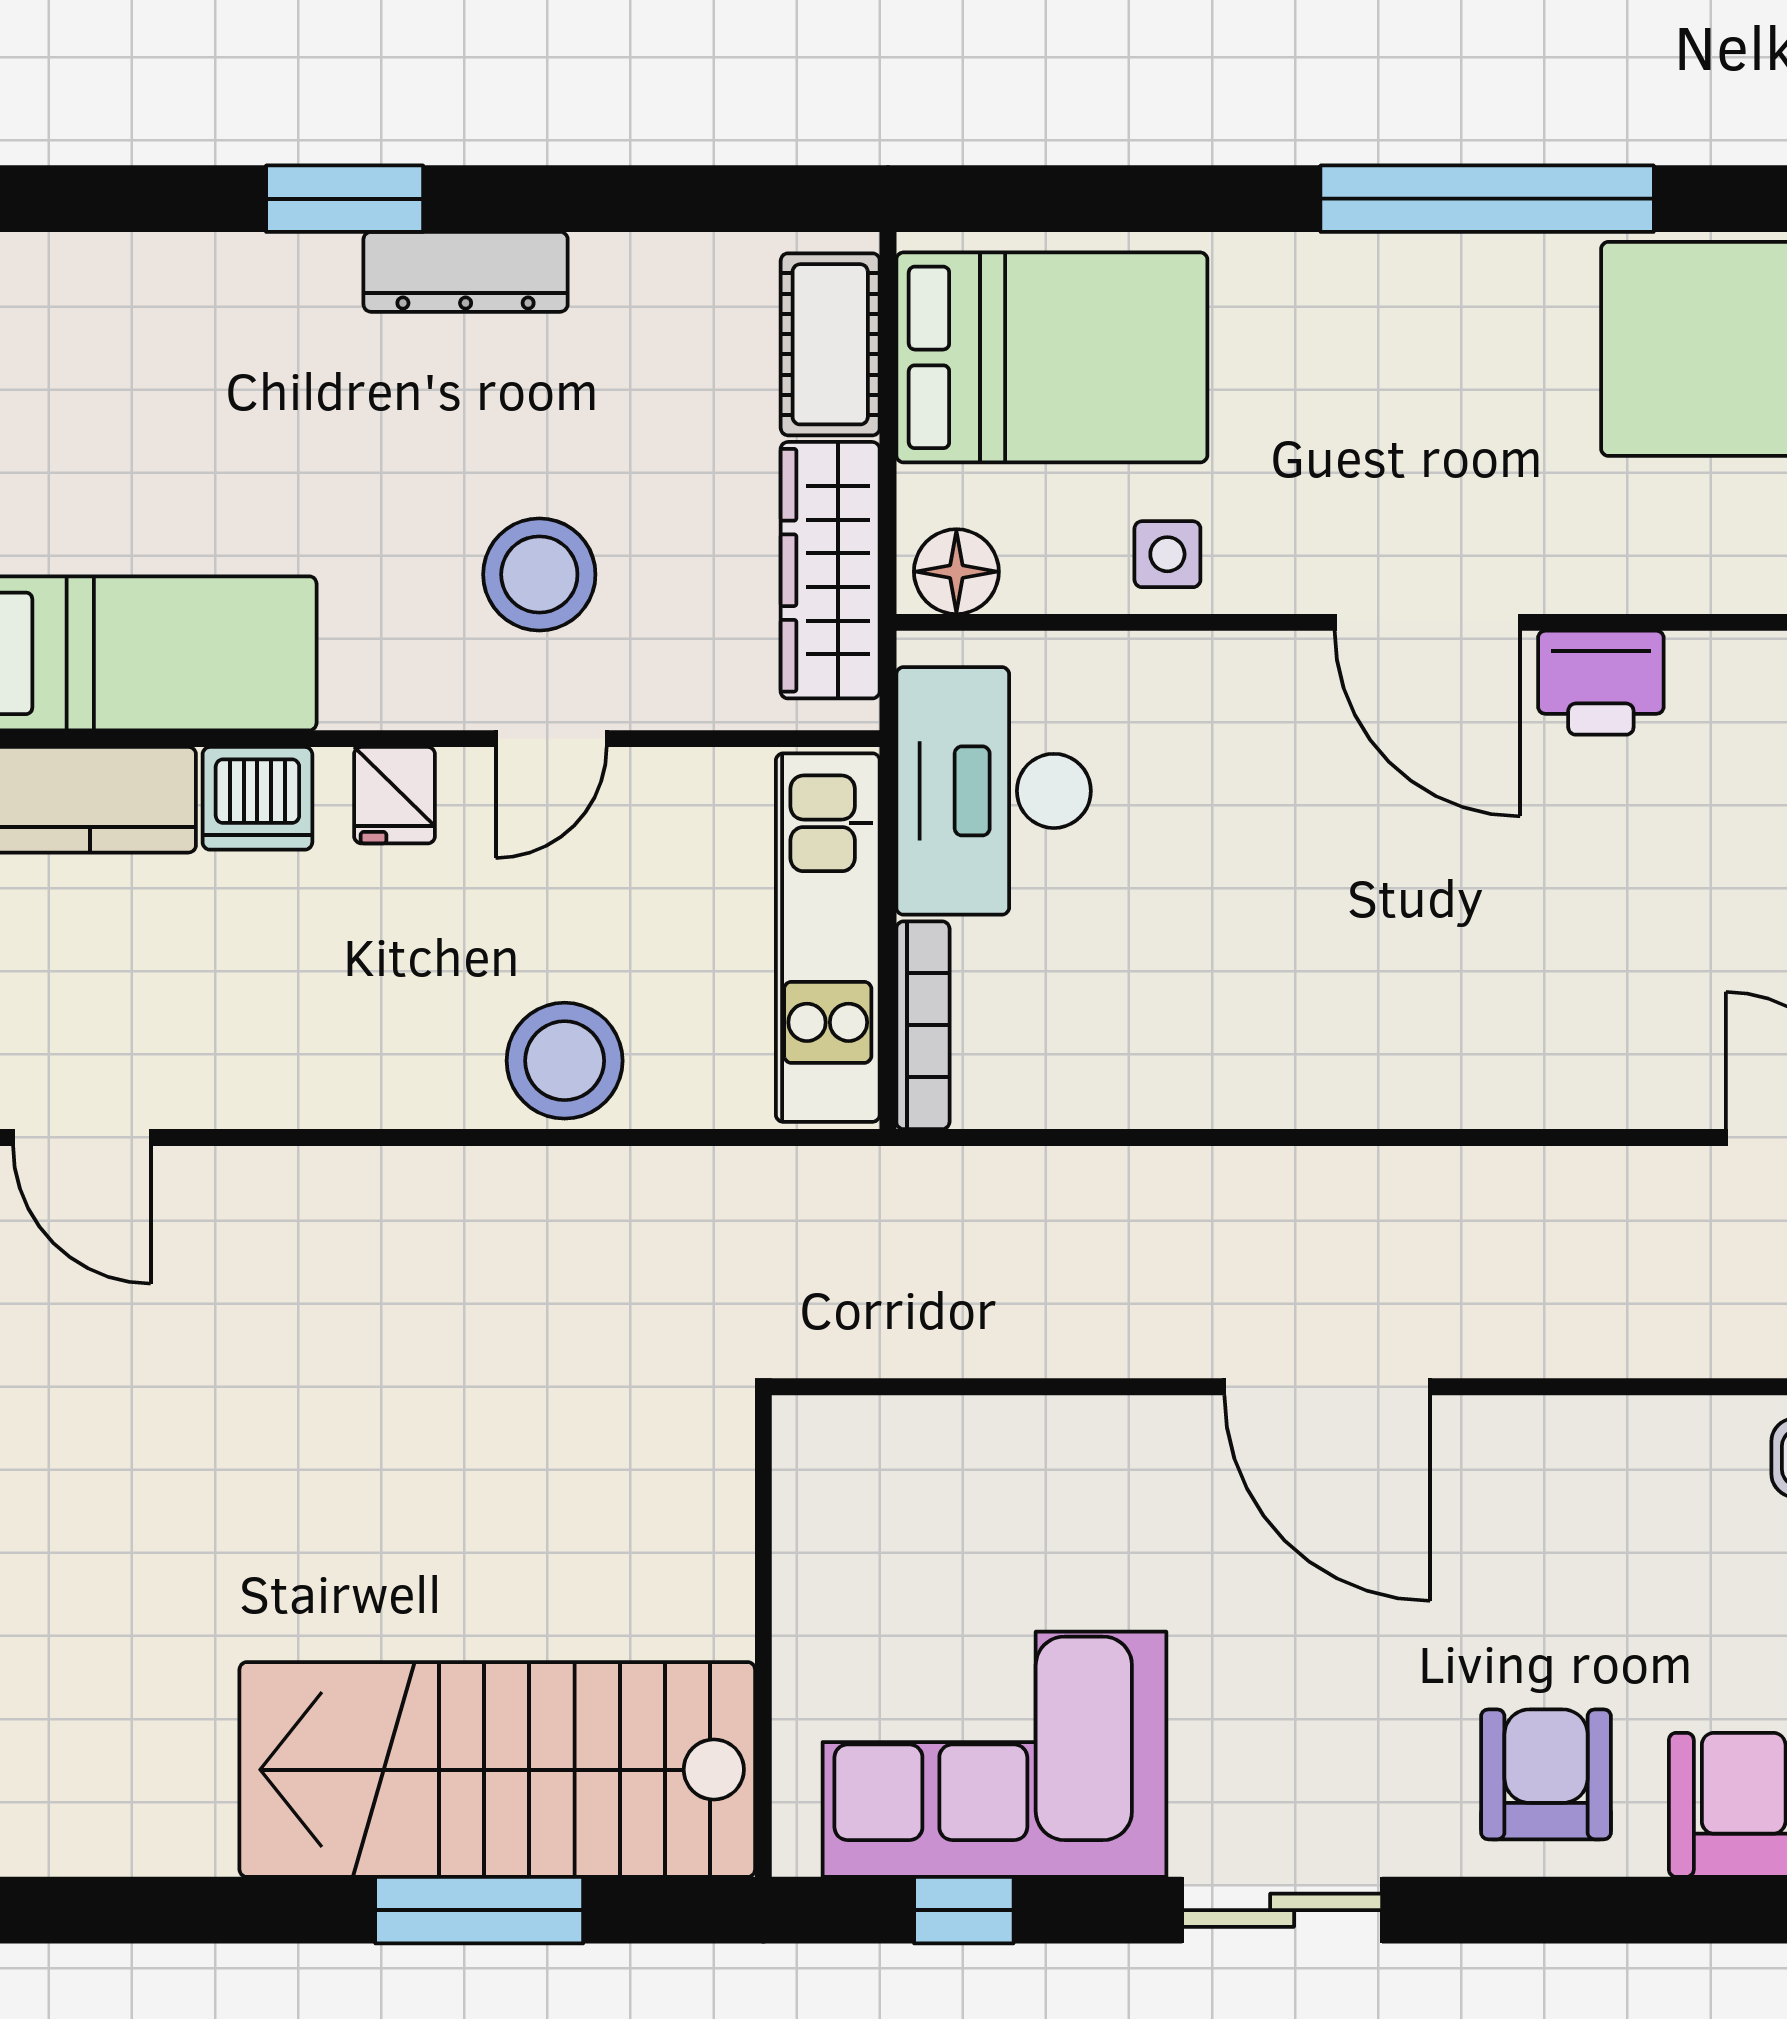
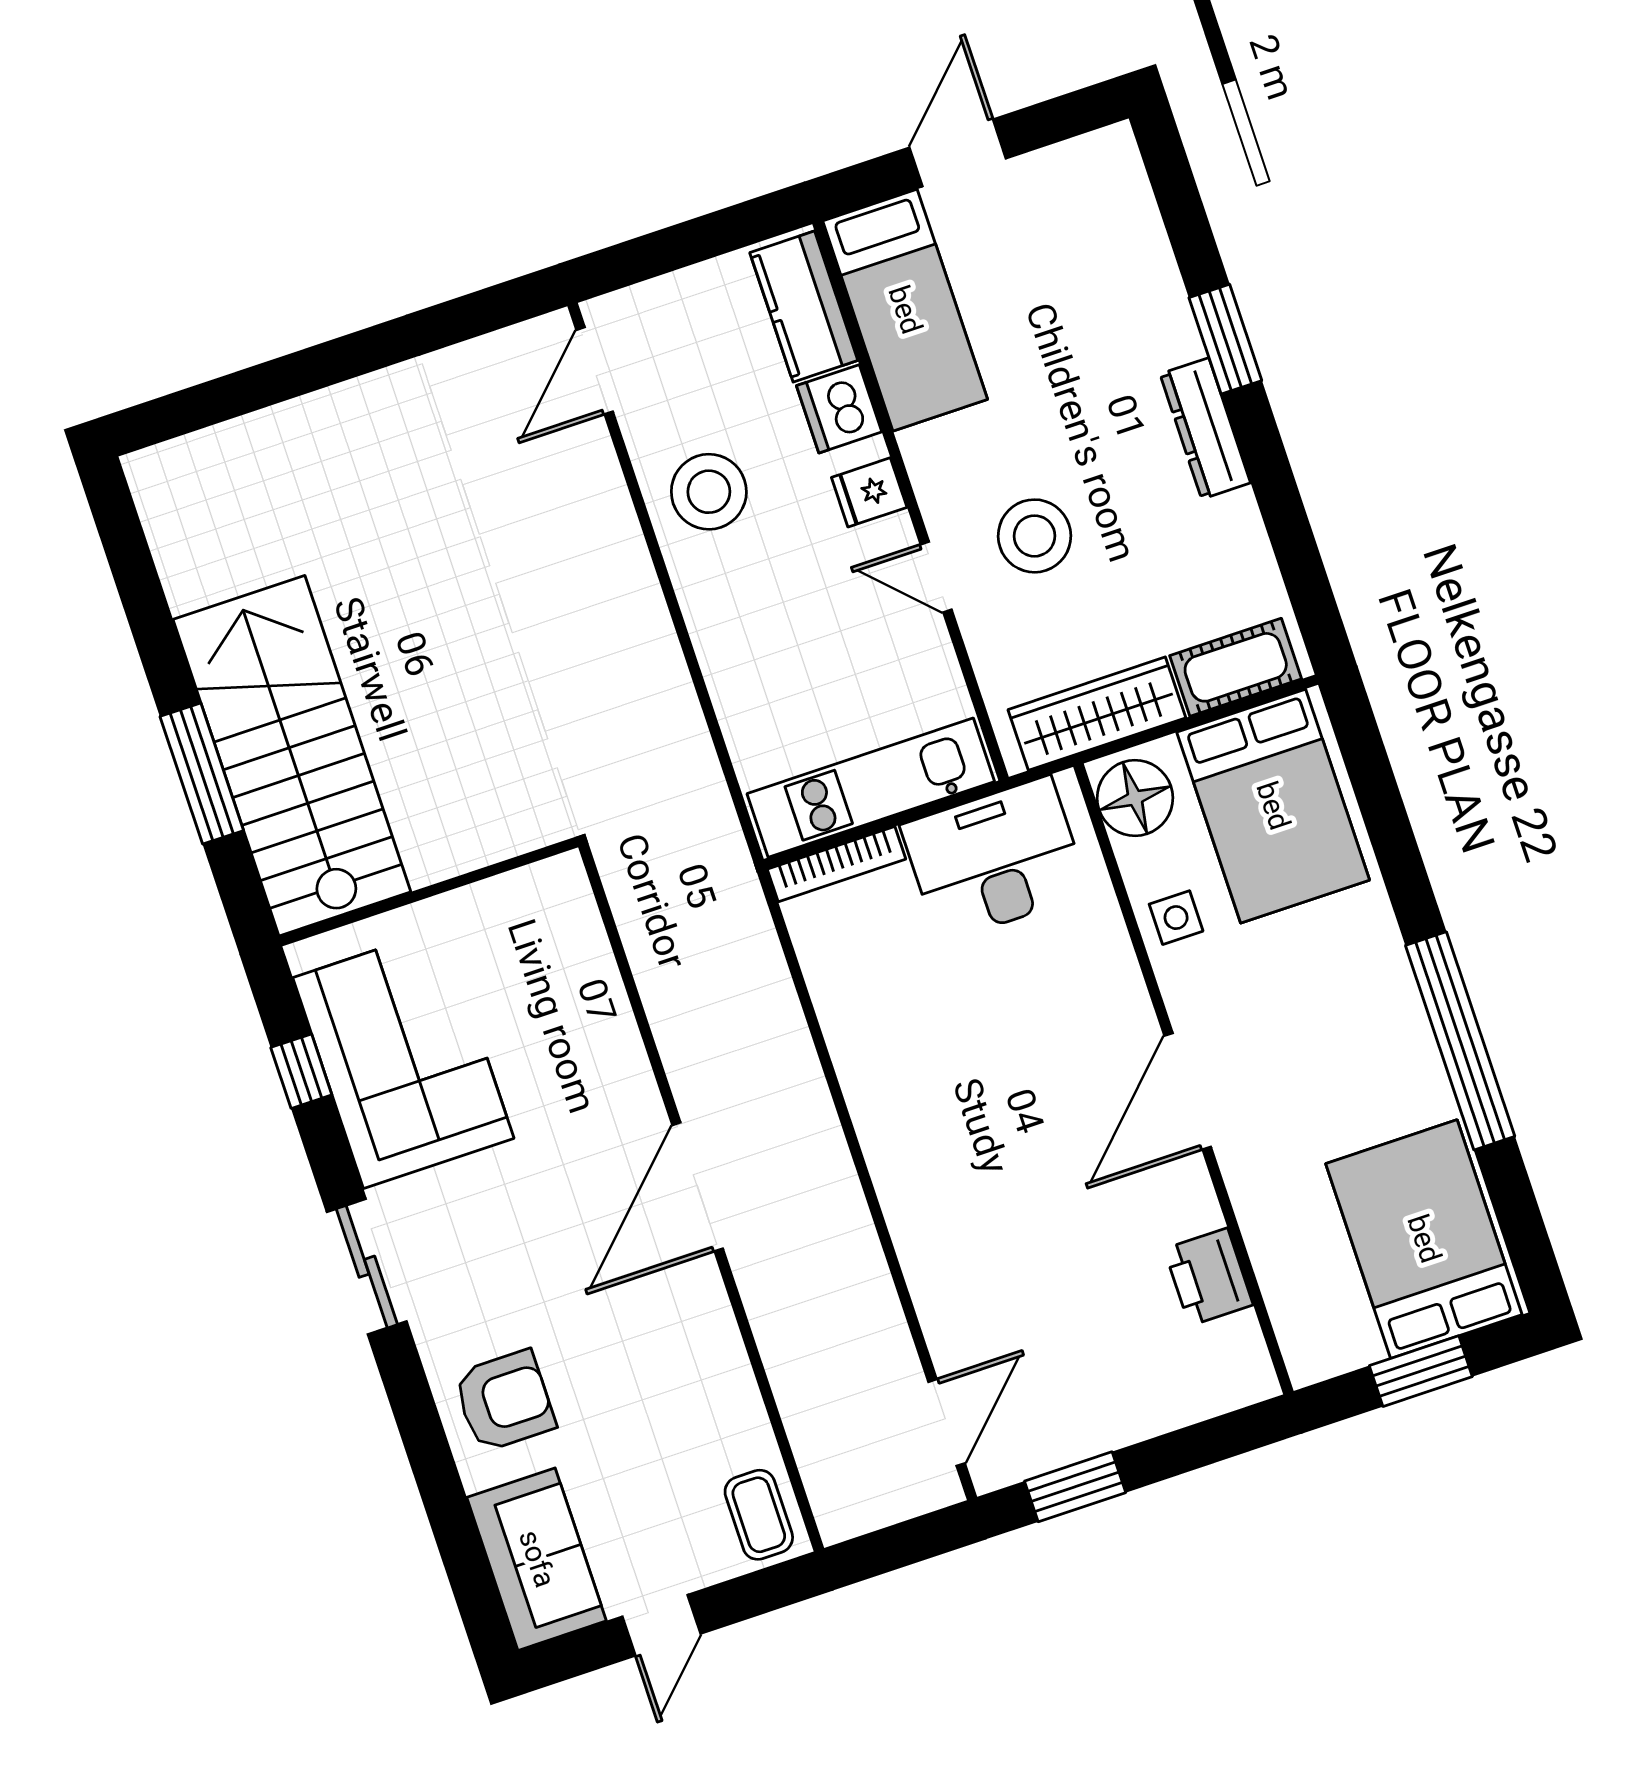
floor lamp: (956, 572) -> (1135, 798), width x1.38, depth x1.38
printer: (1601, 683) -> (1209, 1277), moved
stool: (565, 1061) -> (709, 492), moved

